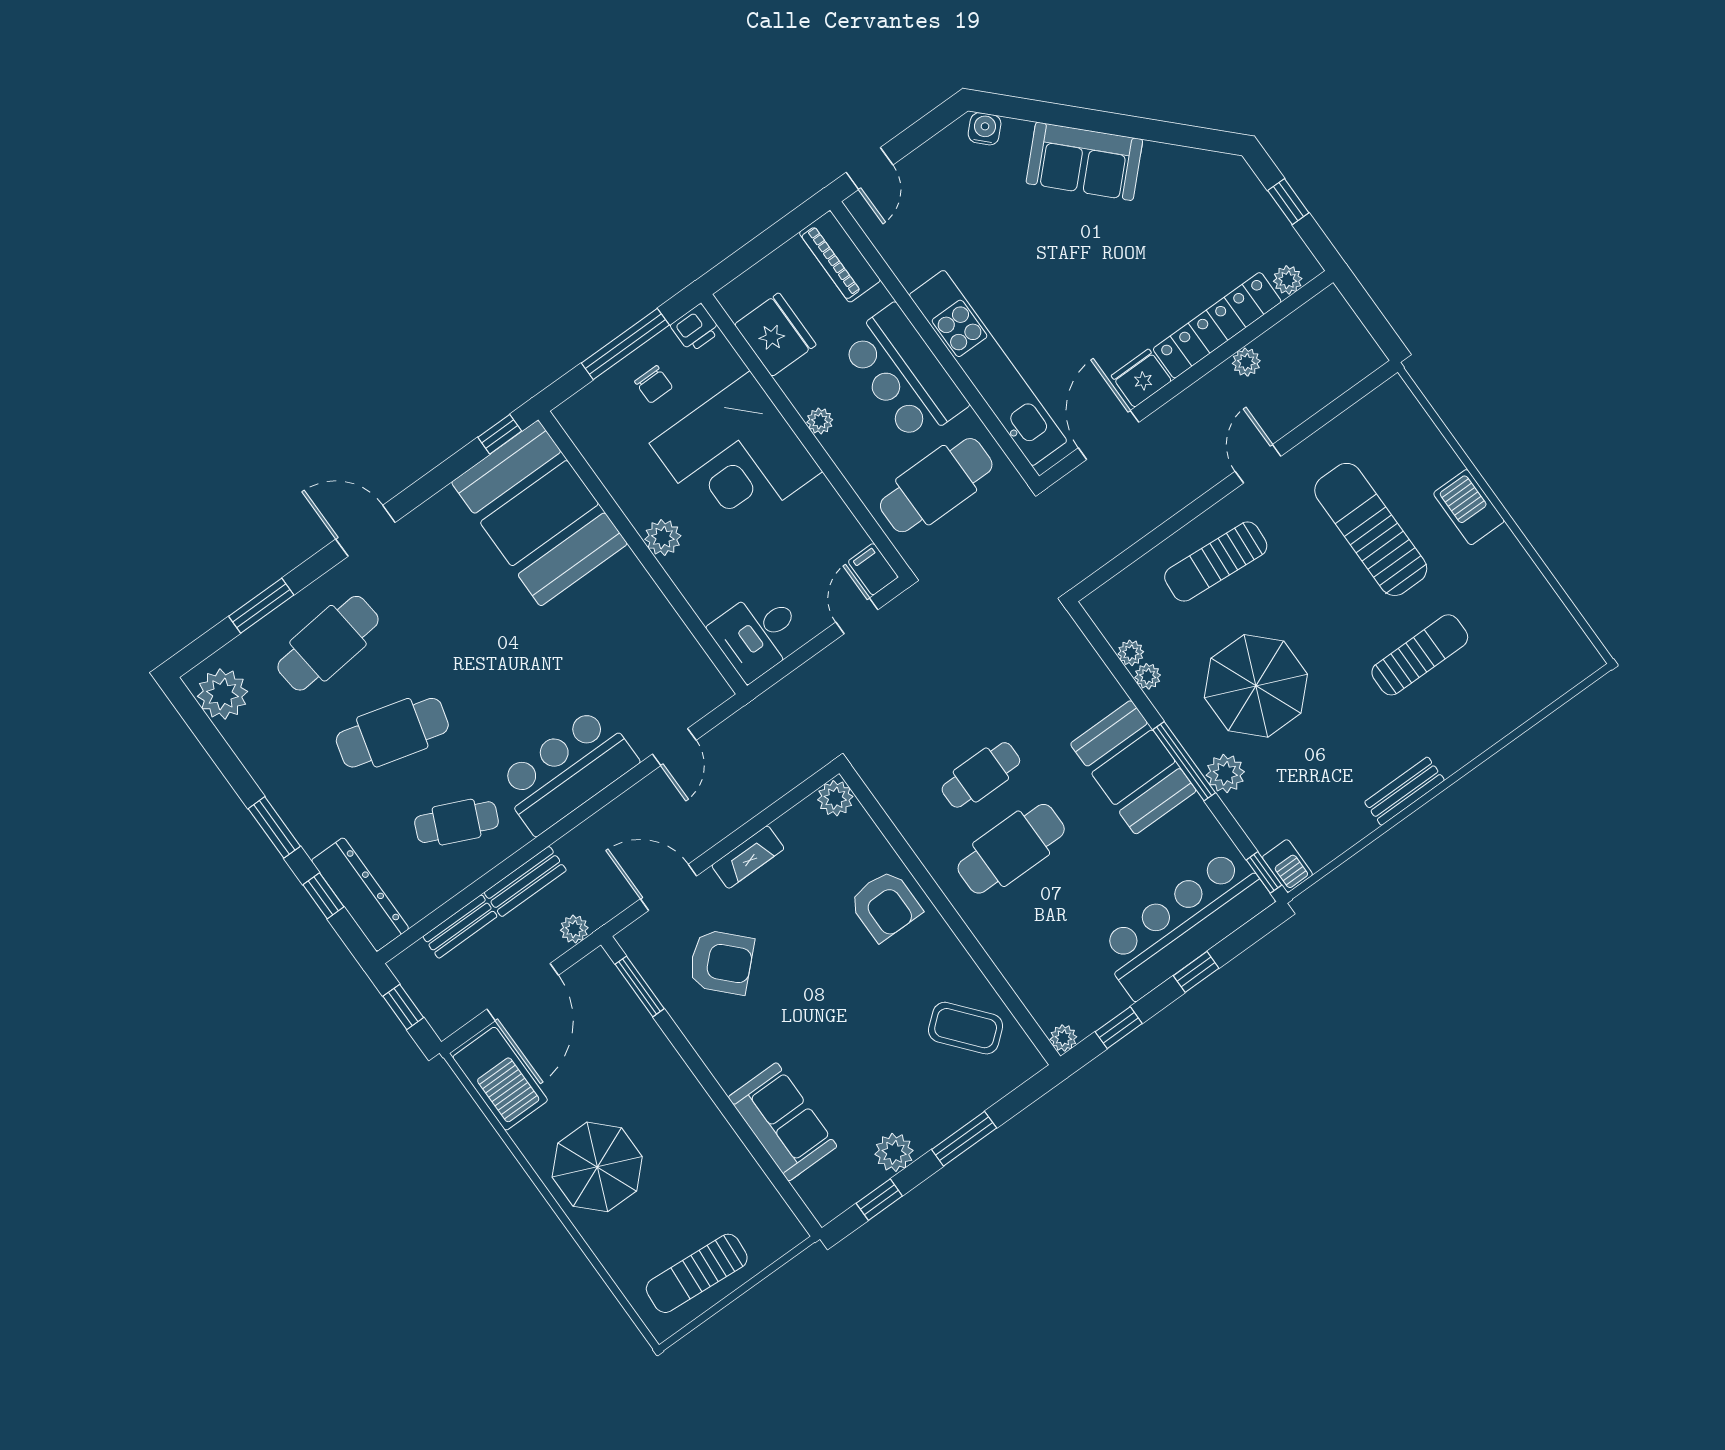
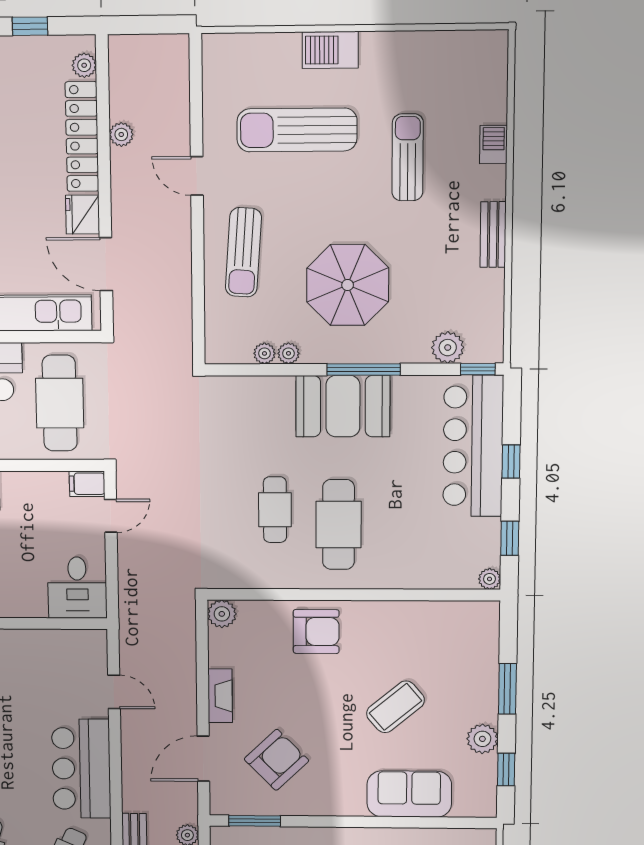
door: (857, 616) -> (111, 516), swing flipped
plant: (1225, 773) -> (448, 348), moved
barbecue: (1287, 866) -> (493, 145), moved, turned -90
coffee table: (966, 1028) -> (395, 707), moved

